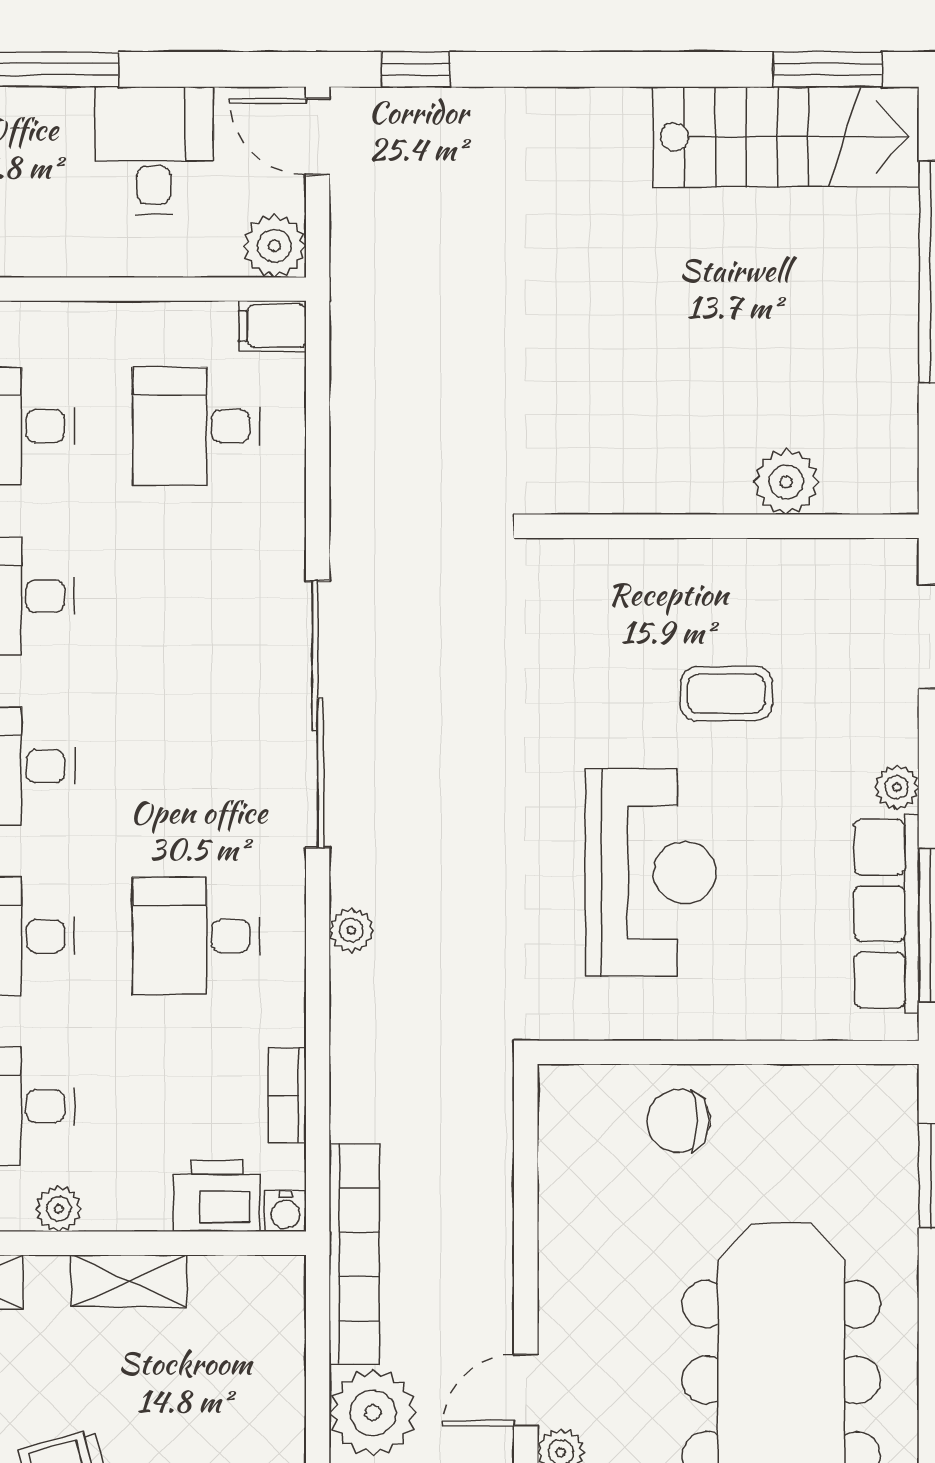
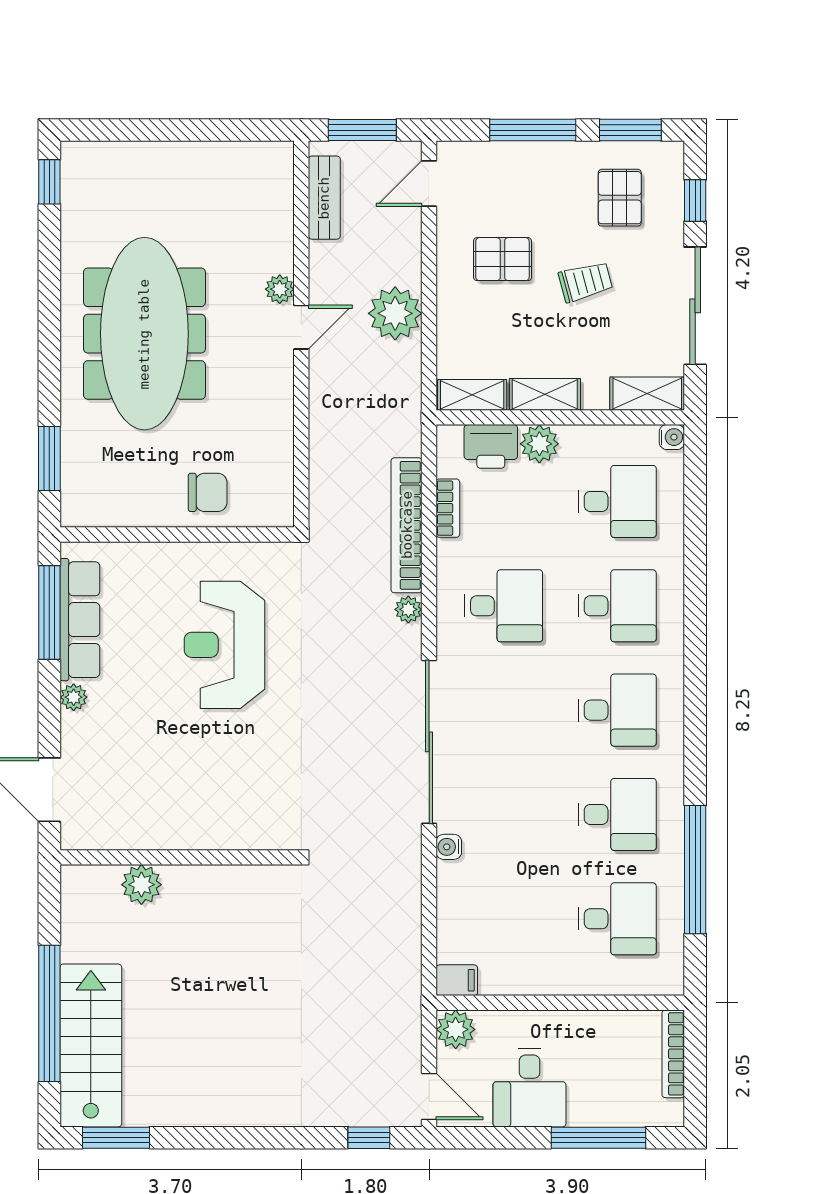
stairs: (786, 137) -> (91, 1045), moved, turned 90
desk: (196, 426) -> (503, 919), removed
coffee table: (726, 694) -> (178, 755), removed
plant: (59, 1209) -> (539, 444), moved, width x1.38, depth x1.38
water cooler: (285, 1211) -> (449, 847), moved, turned -90
bookcase: (354, 1254) -> (407, 525), moved
shelving: (247, 1280) -> (472, 395), added

